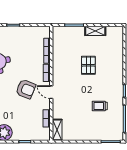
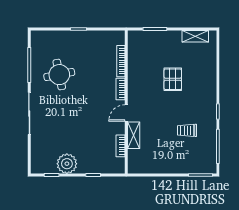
shelving: (95, 31) -> (195, 36), moved
armchair: (26, 89) -> (94, 109), removed
door: (51, 92) -> (126, 113), hinge flipped
shelving: (57, 130) -> (134, 135), moved

